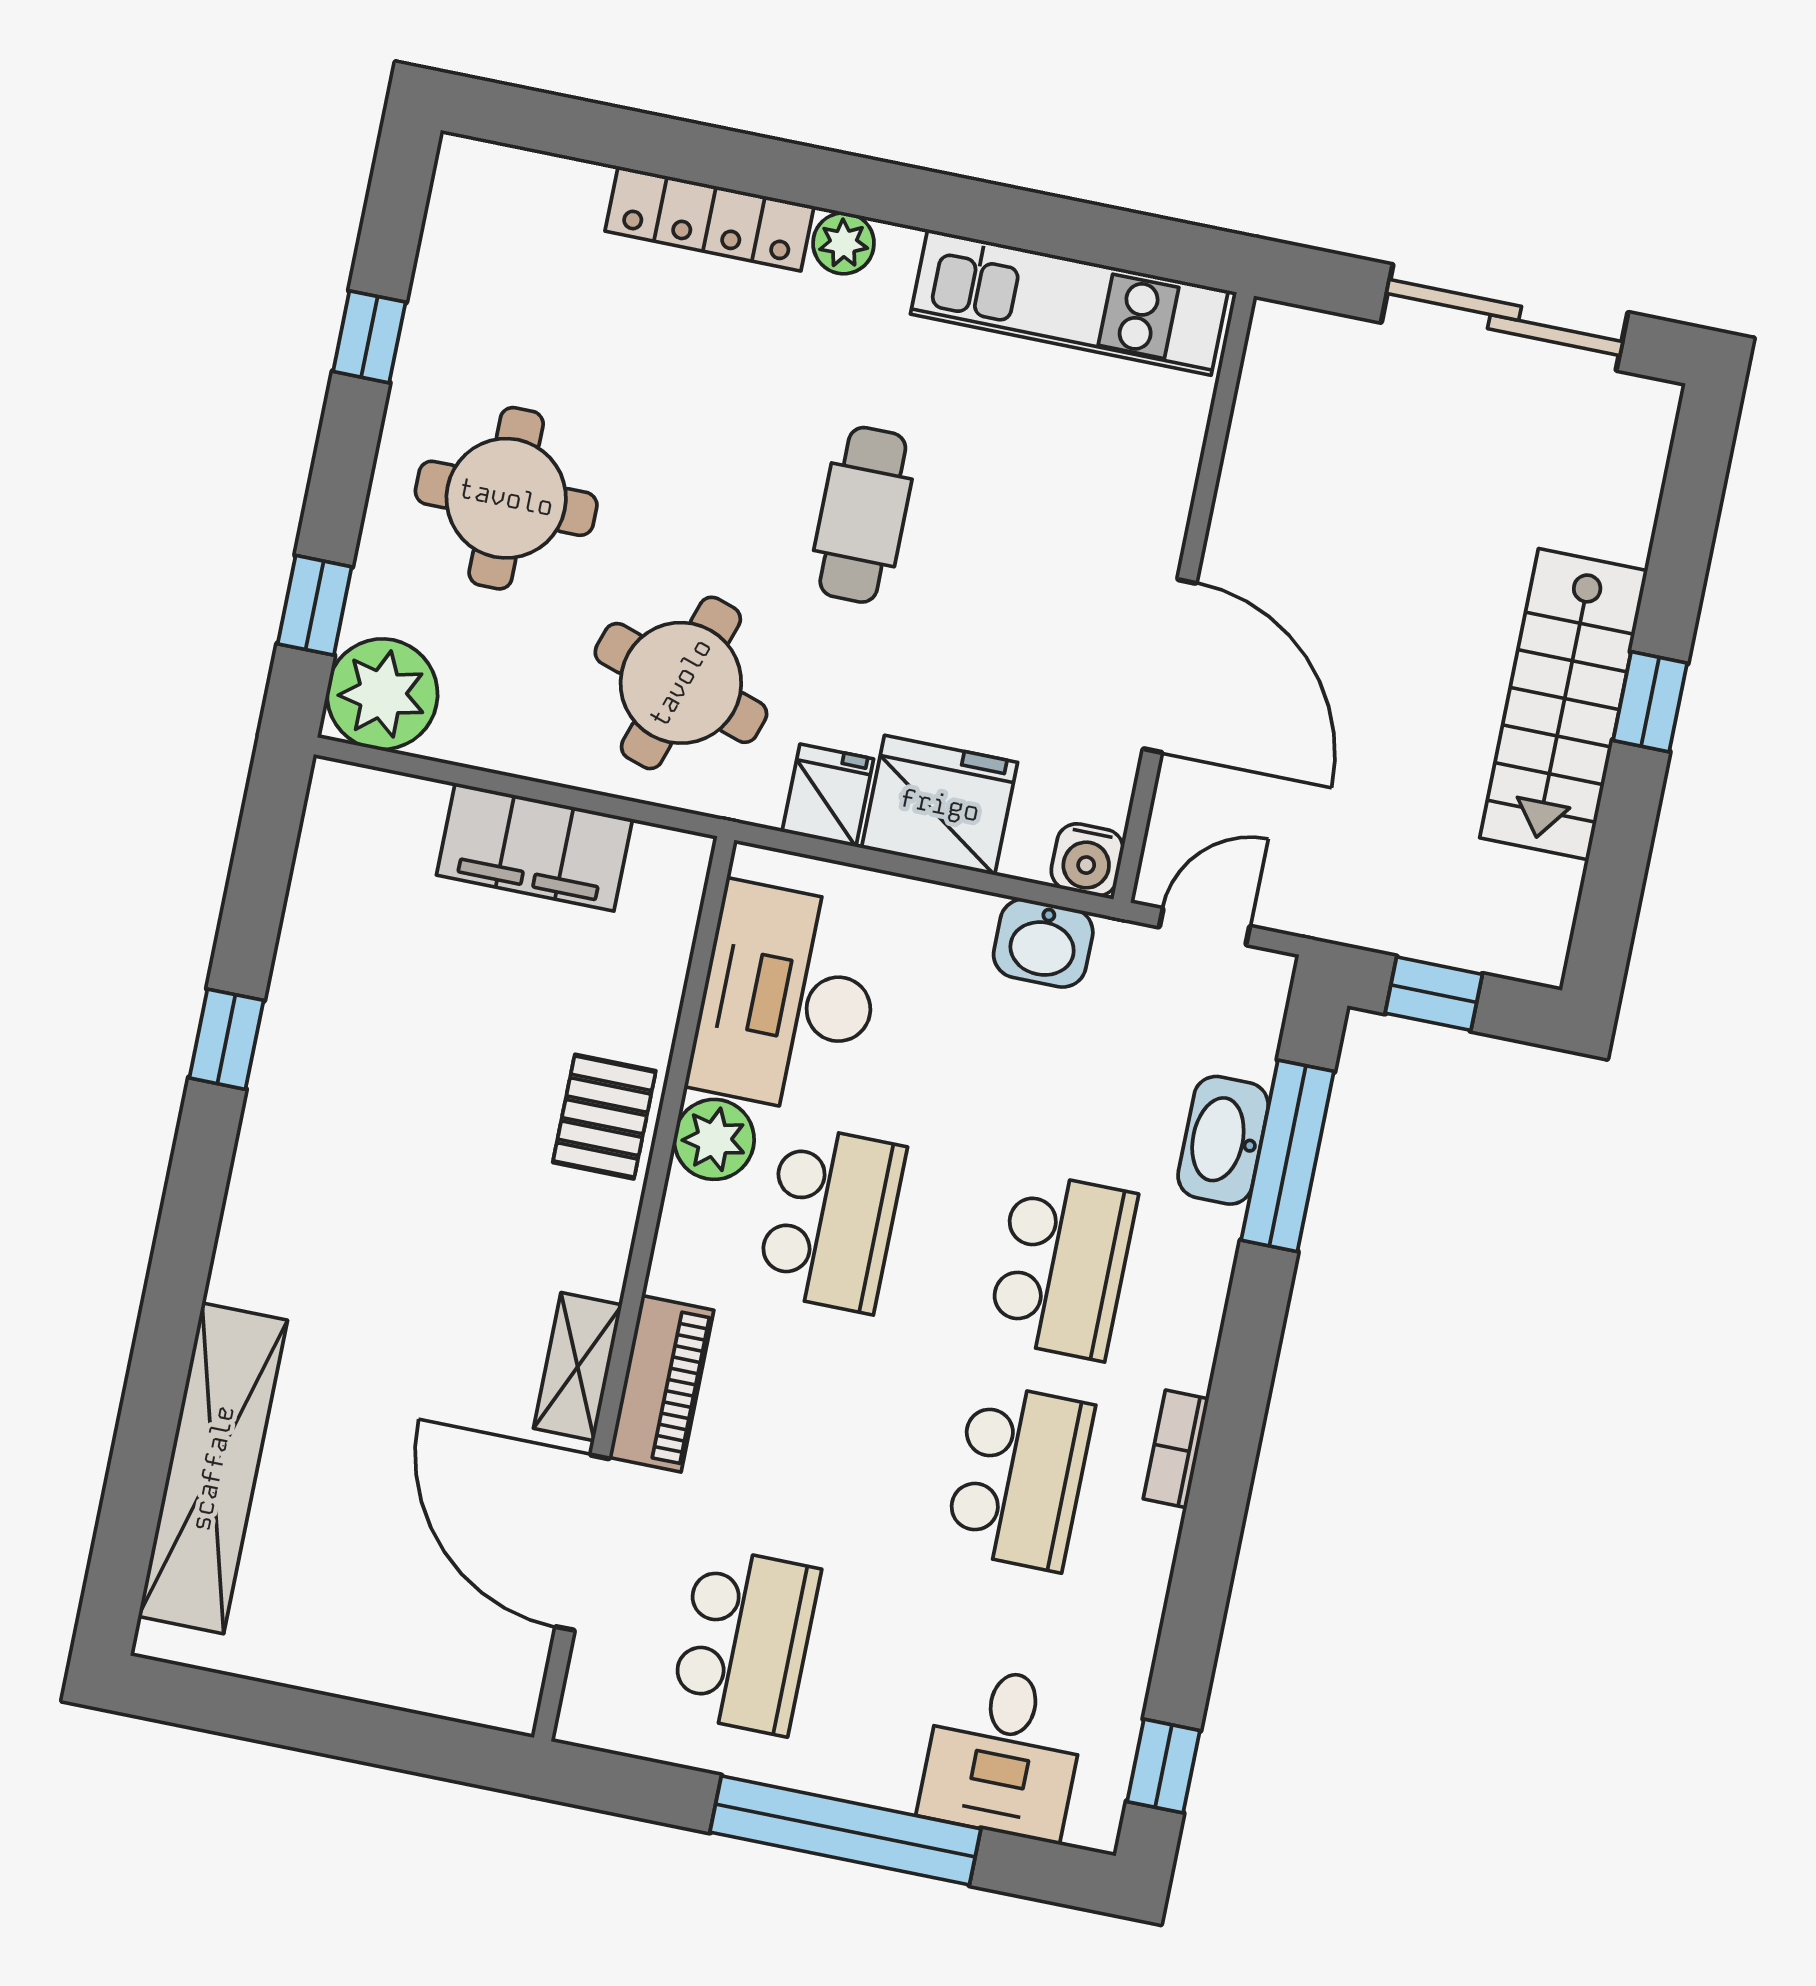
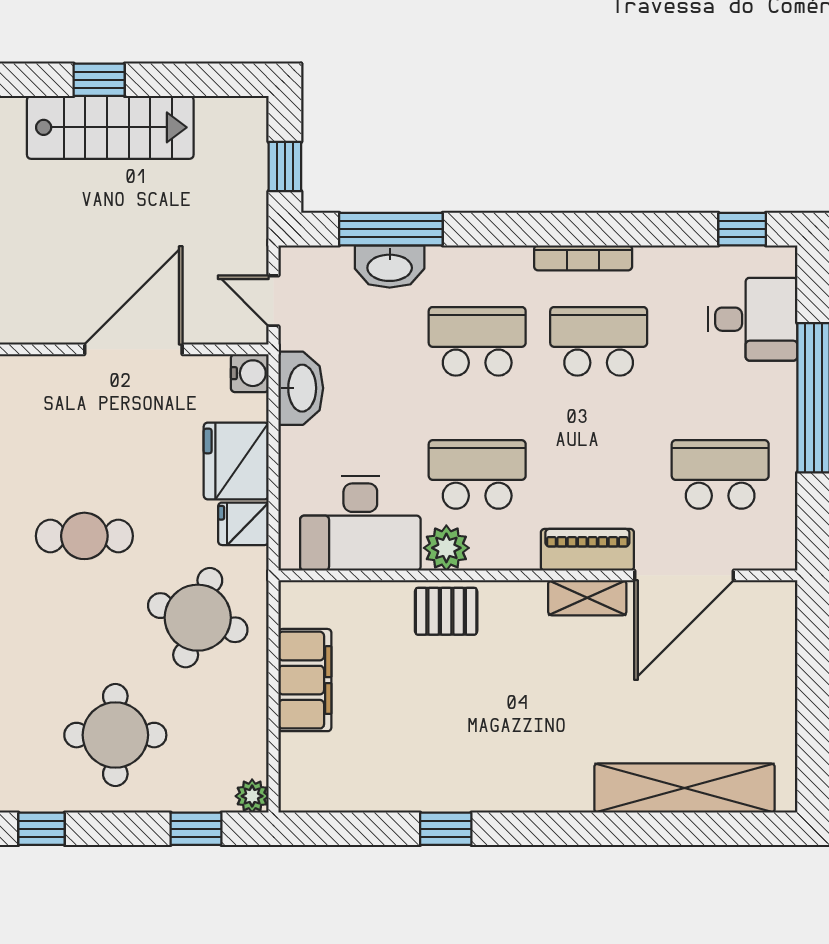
plant: (382, 694) -> (252, 796), width x0.53, depth x0.53
washbasin: (1043, 943) -> (301, 388), width x1.38
bookcase: (1176, 1449) -> (583, 258), width x1.56

